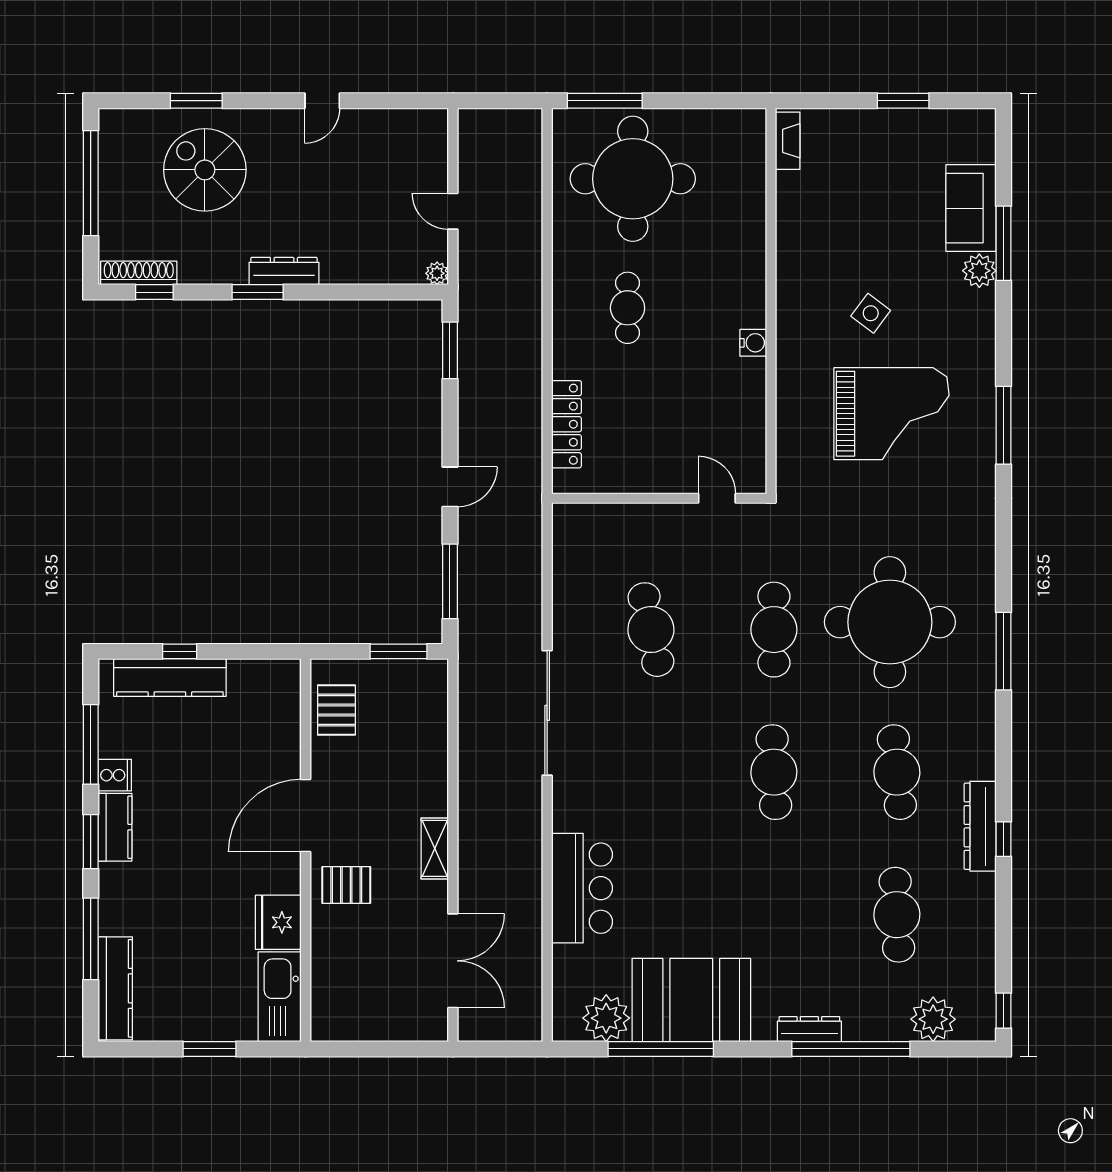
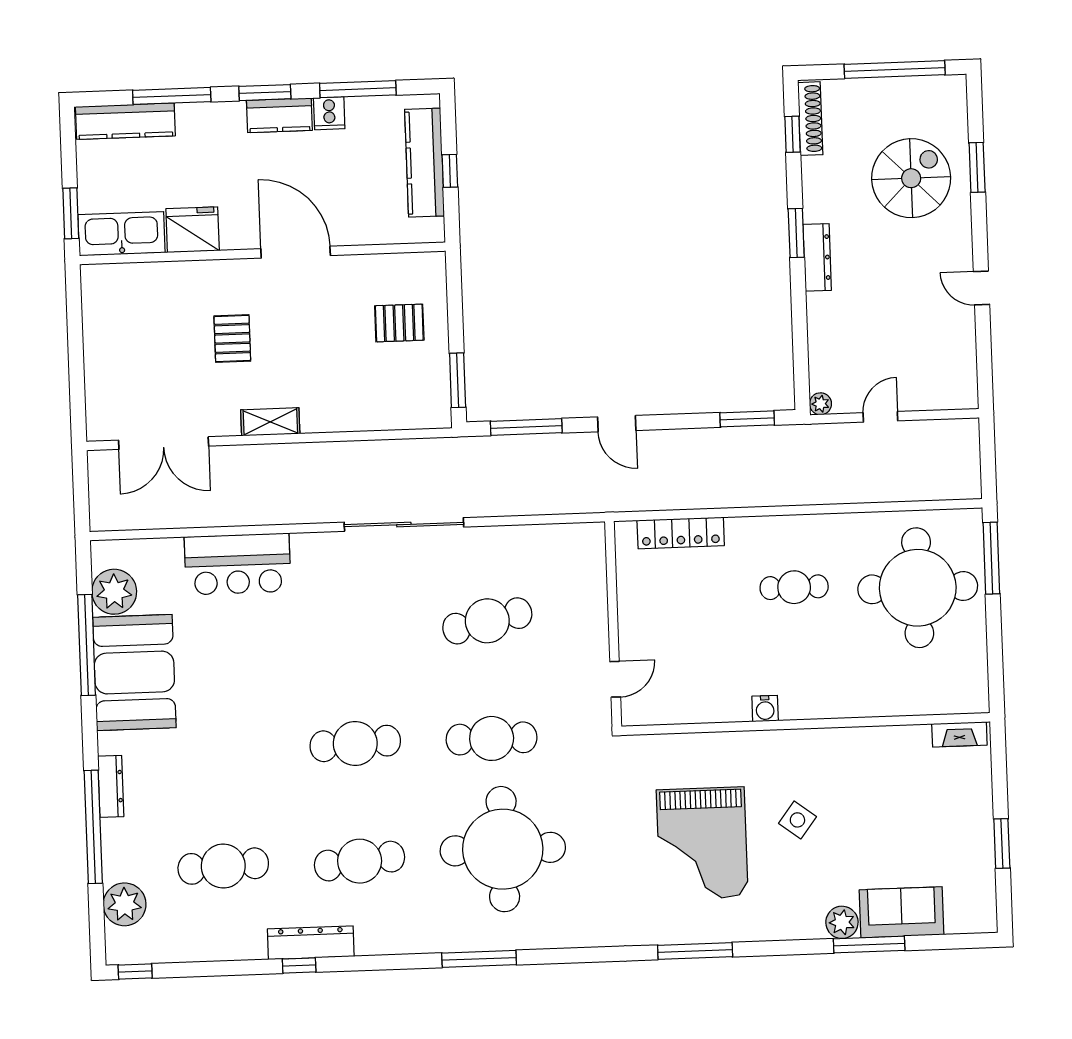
door: (306, 816) -> (296, 252), moved
wall: (306, 850) -> (263, 253), moved
fridge: (278, 922) -> (193, 230), moved
kitchen sink: (280, 997) -> (121, 234), moved

